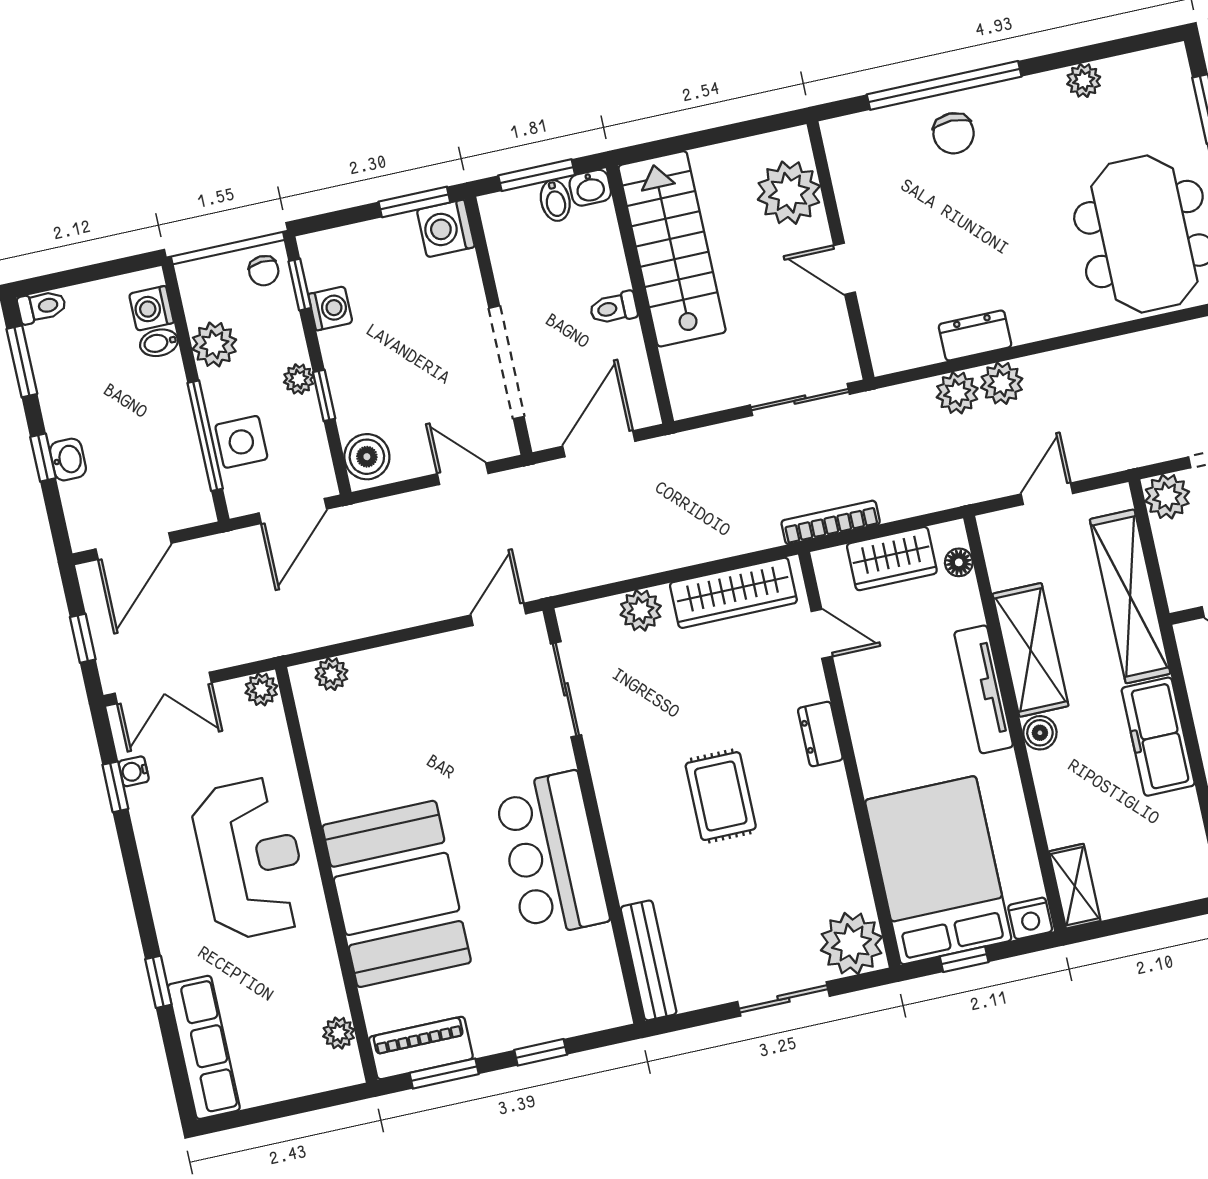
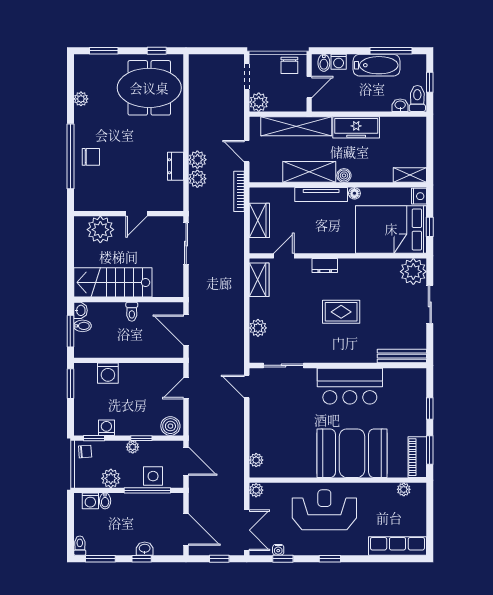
washing machine: (446, 228) -> (108, 373), moved
doorway: (506, 362) -> (144, 360), removed
bookcase: (831, 522) -> (239, 191), moved
floor lamp: (959, 562) -> (354, 193), moved
wardrobe: (733, 593) -> (259, 280), width x0.67
window: (158, 982) -> (330, 559), moved

